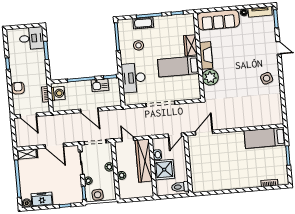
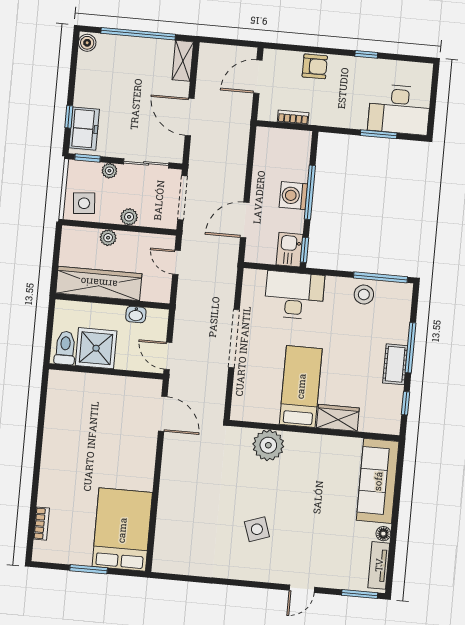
cot: (143, 23) -> (395, 364), moved
desk: (32, 38) -> (399, 109), width x1.37
stool: (139, 45) -> (364, 294), moved
fireplace: (206, 55) -> (313, 445), removed
side table: (267, 78) -> (257, 529), moved
kitchen sink: (100, 85) -> (290, 250), moved
washing machine: (58, 93) -> (293, 196), moved, turned 90
door: (89, 110) -> (245, 220), moved
bed: (265, 138) -> (122, 530), width x1.50
door: (128, 139) -> (176, 262), swing flipped
door: (54, 146) -> (190, 117), hinge flipped
wardrobe: (144, 161) -> (99, 283), moved
shower: (164, 170) -> (96, 348), moved
side table: (98, 195) -> (84, 203), moved
freezer: (42, 199) -> (84, 129), moved

